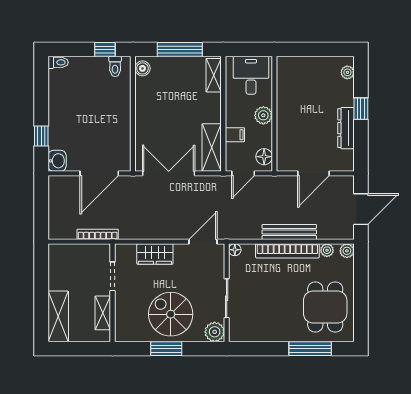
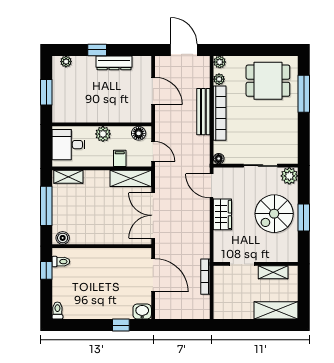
window: (312, 49) -> (46, 92), added
wardrobe: (155, 254) -> (222, 214), moved

